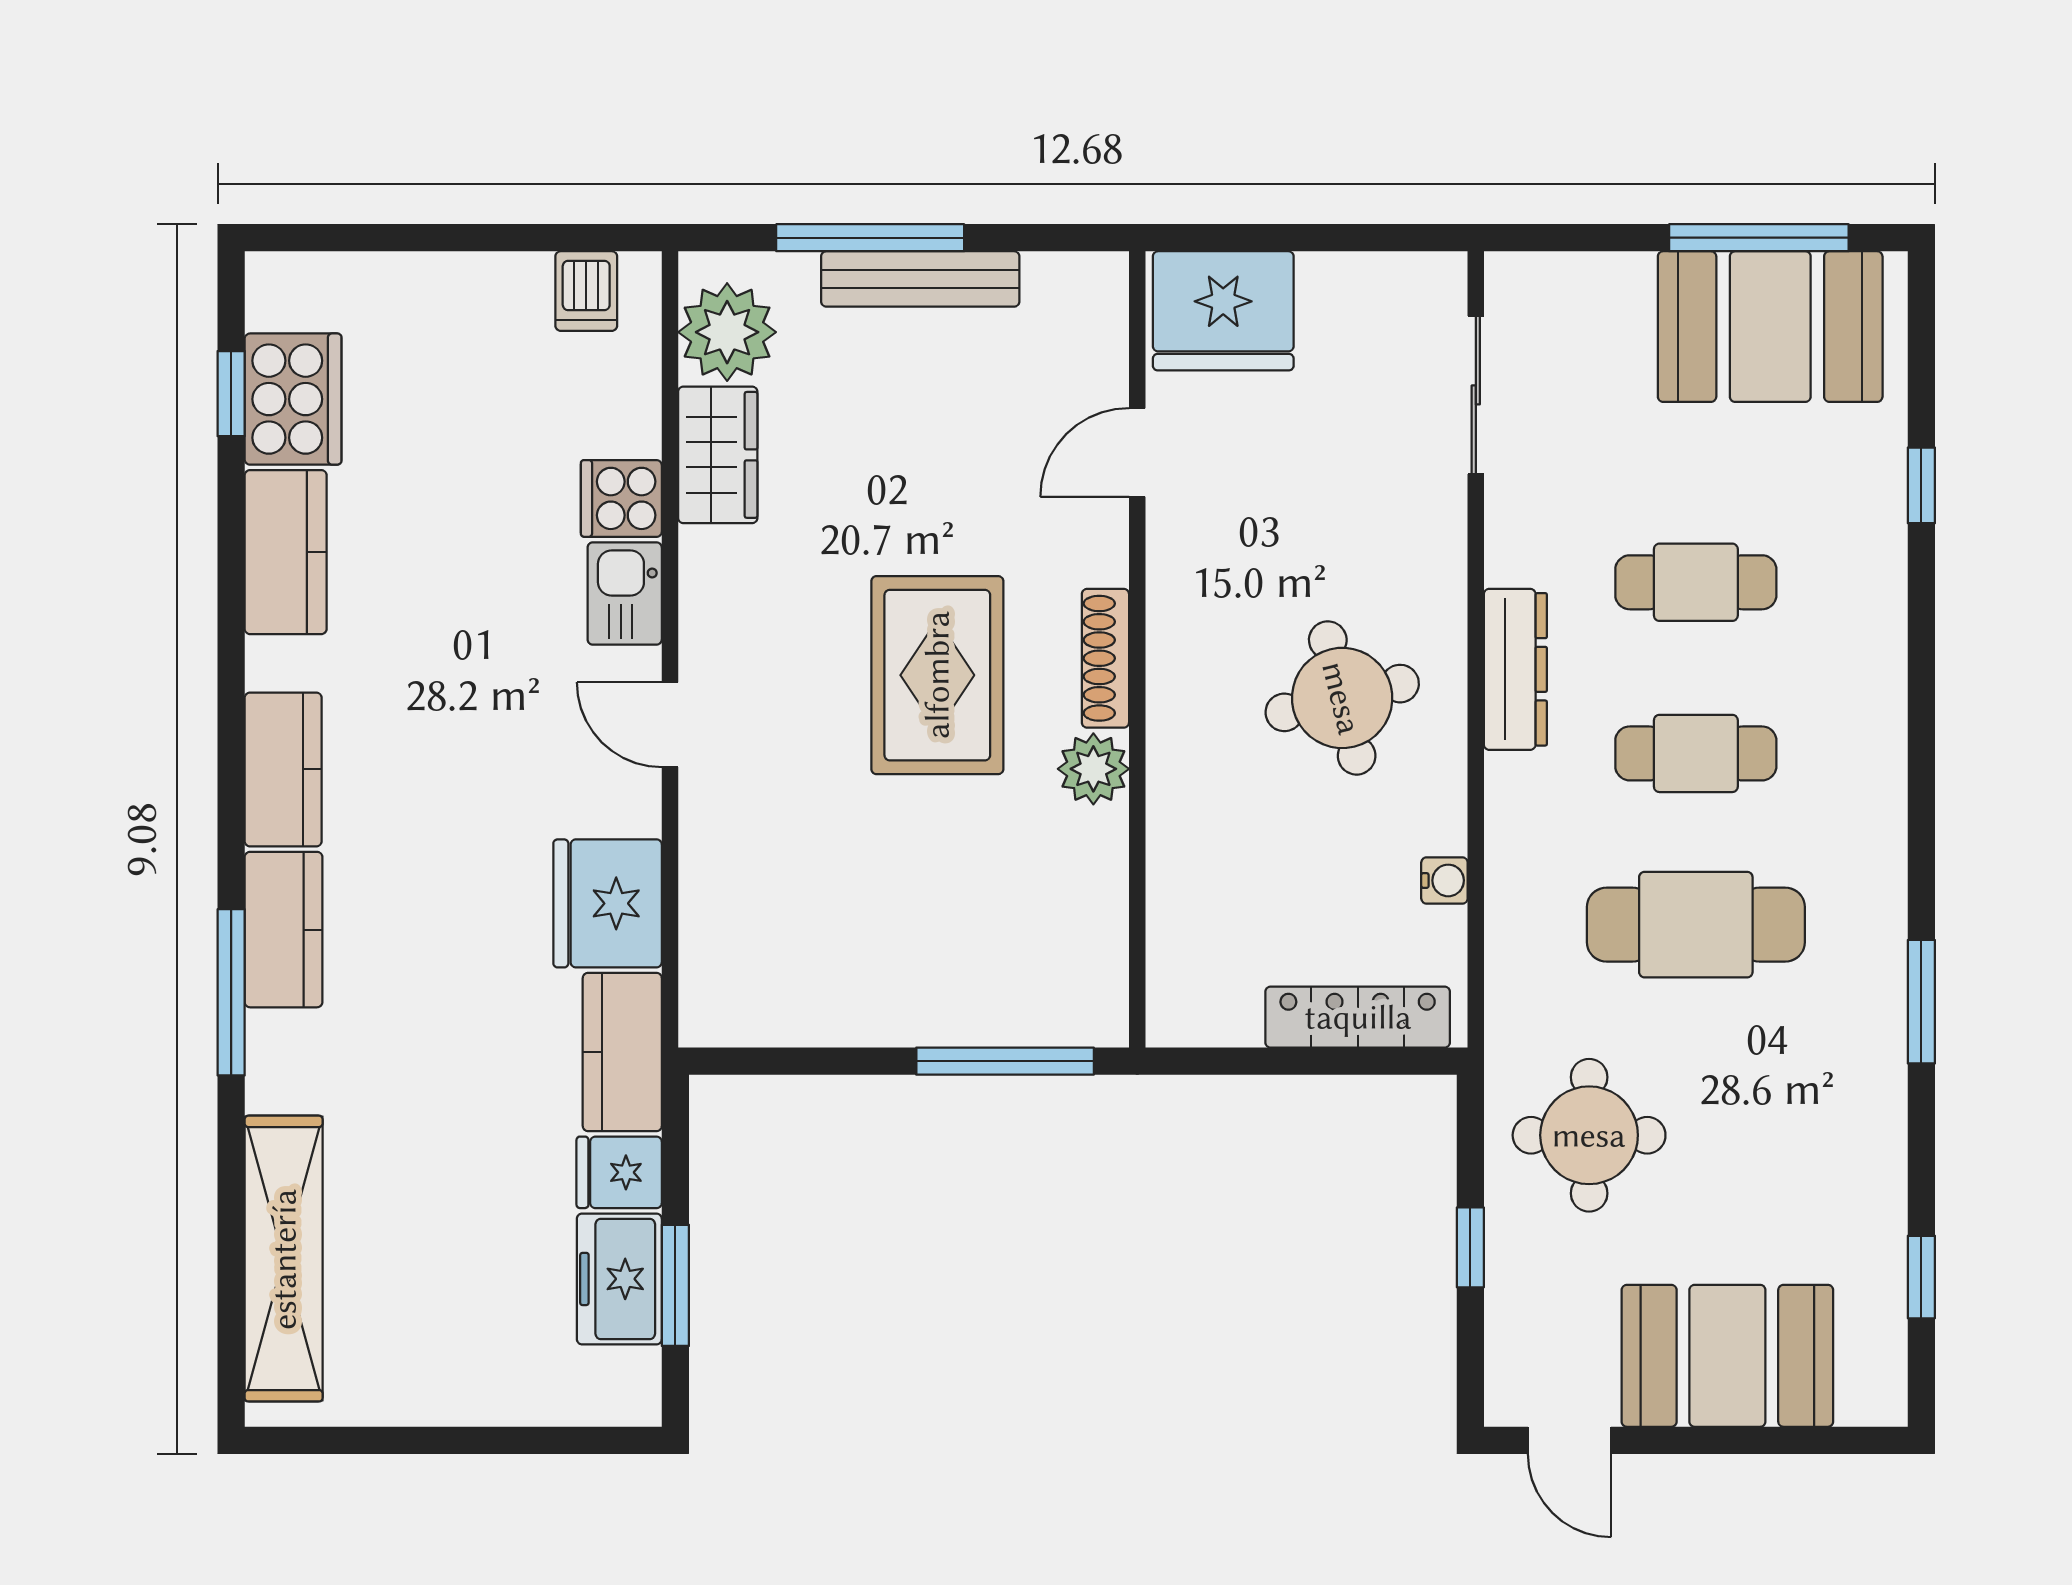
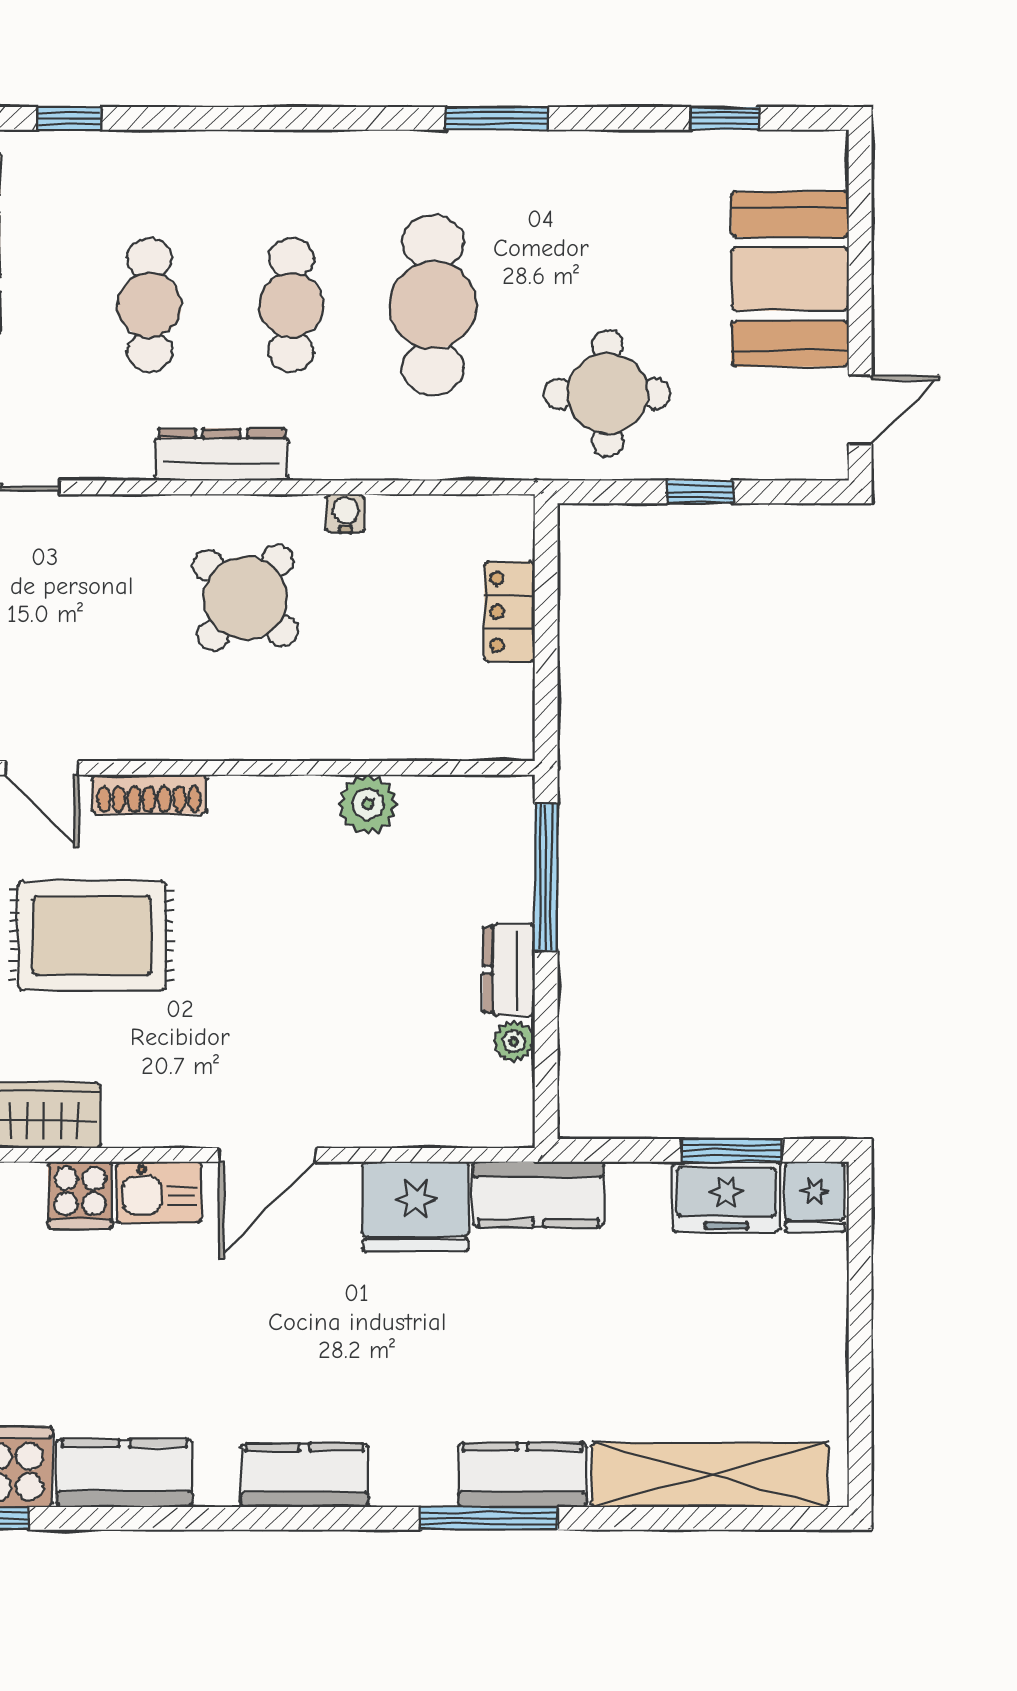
shoe rack: (1105, 658) -> (149, 794), moved
rug: (937, 675) -> (92, 935), moved
round table: (1342, 698) -> (245, 598), turned -35
door: (670, 725) -> (267, 1155), width x1.38
plant: (1093, 769) -> (368, 804), moved
water cooler: (1444, 880) -> (346, 513), moved
kitchen counter: (284, 930) -> (522, 1475), moved
dresser: (893, 1016) -> (509, 970), added
locker: (1358, 1017) -> (510, 612), width x0.66
plant: (807, 1022) -> (514, 1041), added
fridge: (619, 1172) -> (815, 1197), moved

